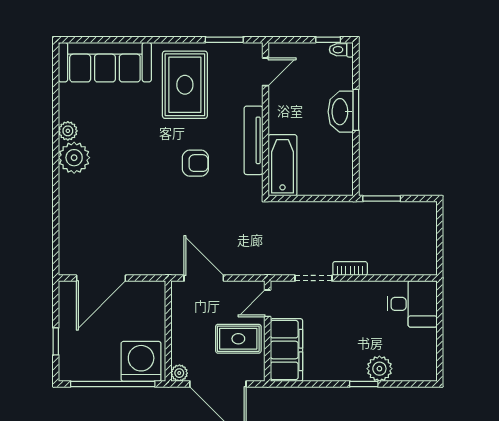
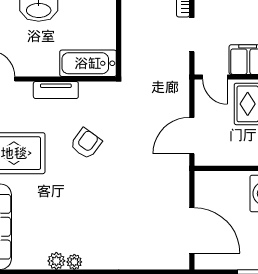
tv unit: (253, 140) -> (56, 90), width x0.71
plant: (74, 158) -> (74, 262), width x0.53, depth x0.53
armchair: (195, 163) -> (86, 144), turned 36

